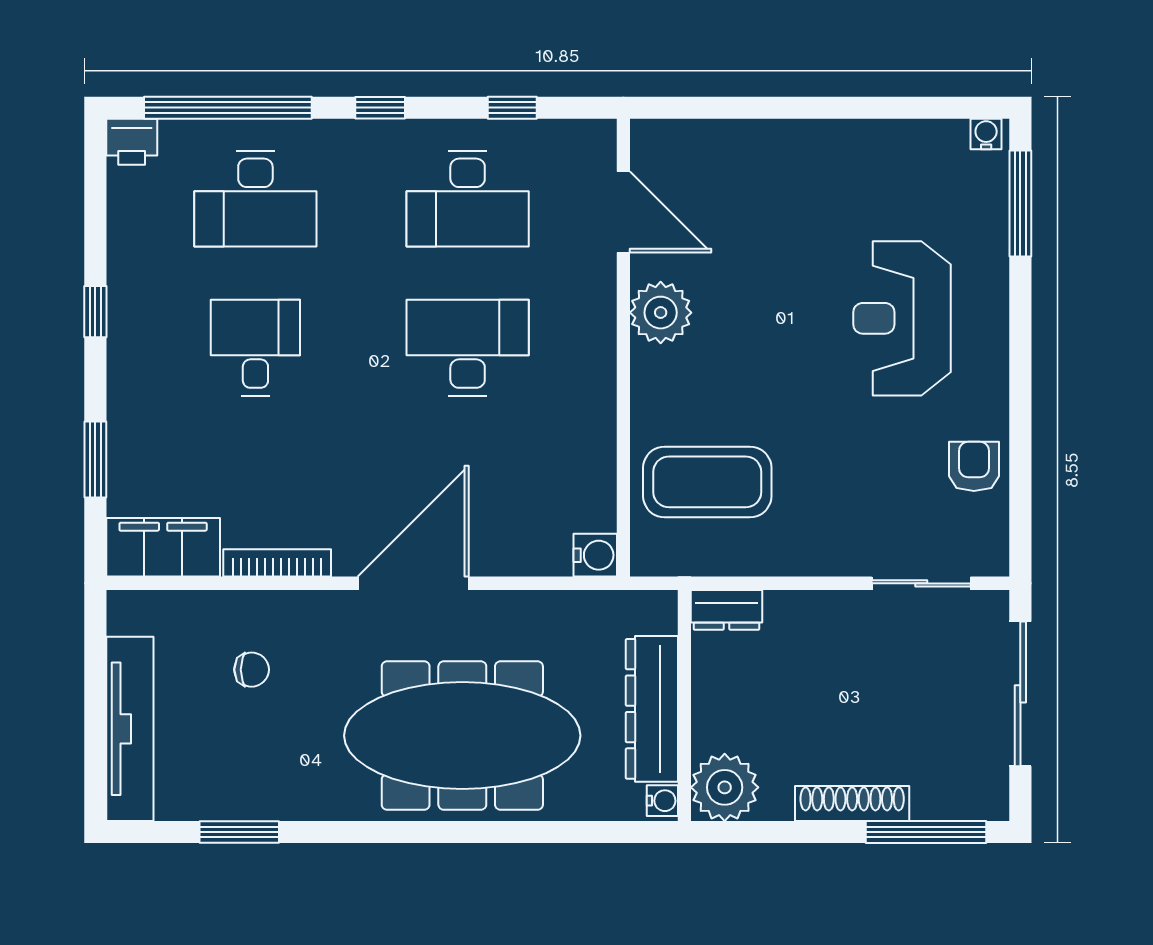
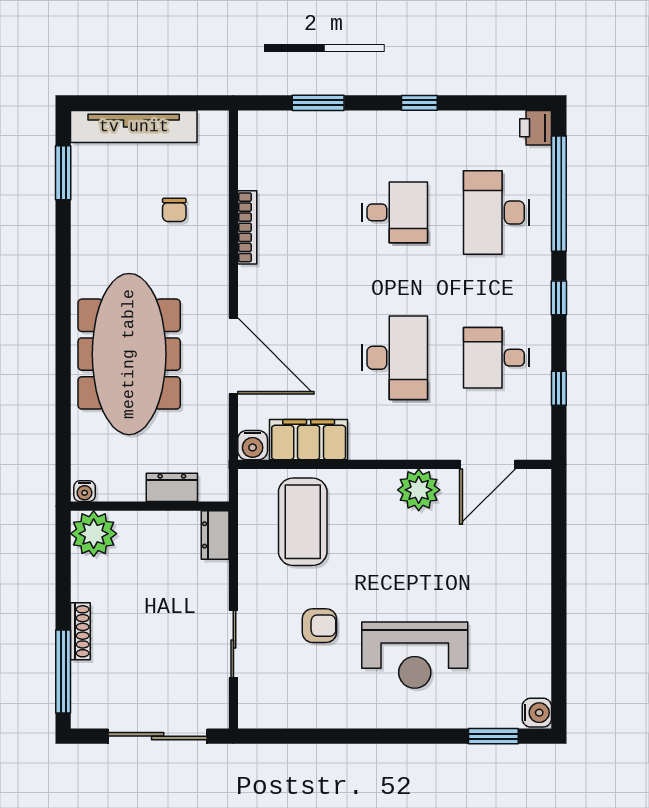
water cooler: (986, 134) -> (537, 713), width x1.38, depth x1.38
desk: (468, 199) -> (497, 358), width x0.73
window: (1020, 204) -> (493, 736), width x0.69
reception desk: (902, 318) -> (415, 655), turned 180
armchair: (974, 466) -> (319, 626), moved
filing cabinet: (163, 547) -> (309, 440), moved, turned -90
door: (413, 583) -> (233, 356), moved
sliding door: (921, 583) -> (233, 644), moved
dresser: (652, 709) -> (172, 487), width x0.51, depth x0.80
shoe rack: (852, 803) -> (80, 631), width x0.74, depth x0.81
window: (239, 832) -> (63, 173), moved

